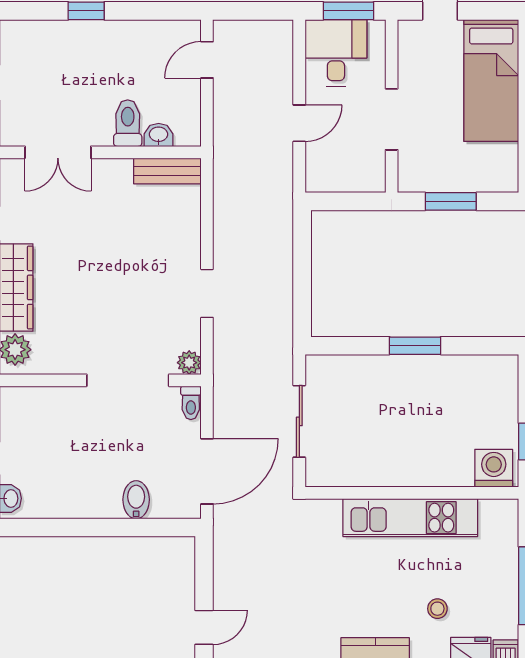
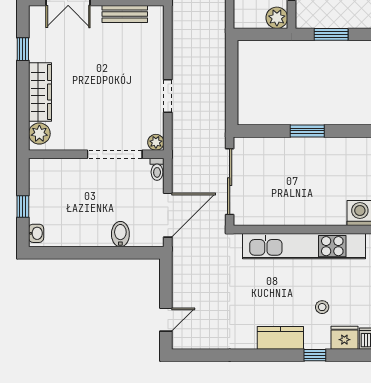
bench: (167, 171) -> (125, 14), moved
plant: (370, 177) -> (277, 18), added
sliding door: (299, 421) -> (230, 182), width x1.37
kitchen unit: (410, 518) -> (304, 246), width x1.36

